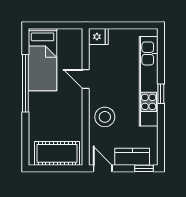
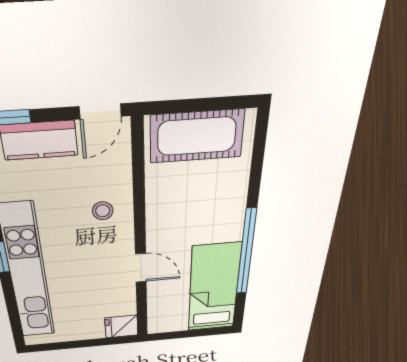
stool: (105, 117) -> (103, 211), width x0.53, depth x0.53
door: (103, 168) -> (100, 111), hinge flipped

